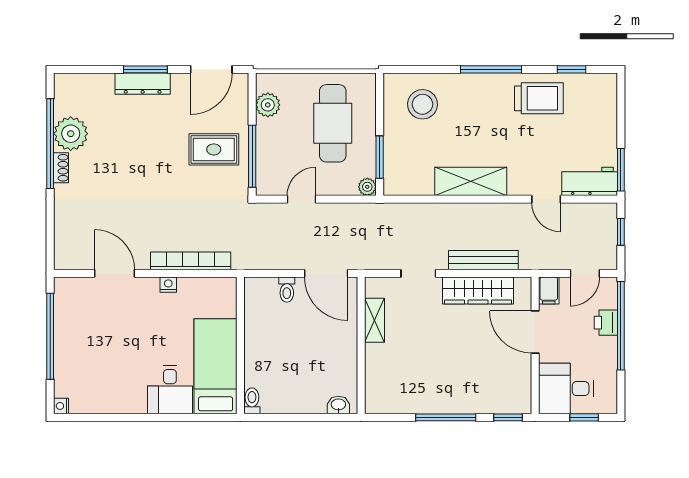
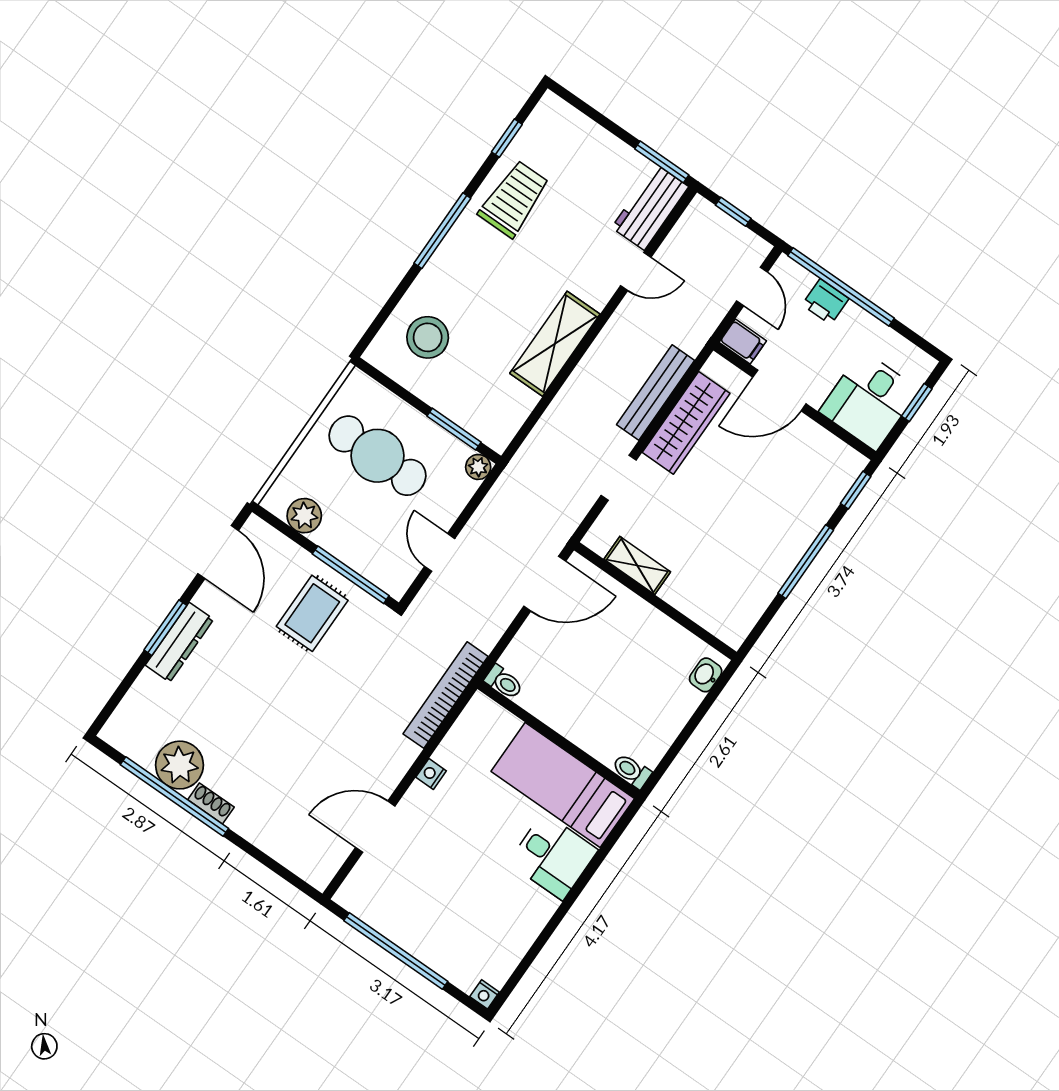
bookcase: (191, 261) -> (446, 695), moved
toilet: (287, 290) -> (504, 682), moved

